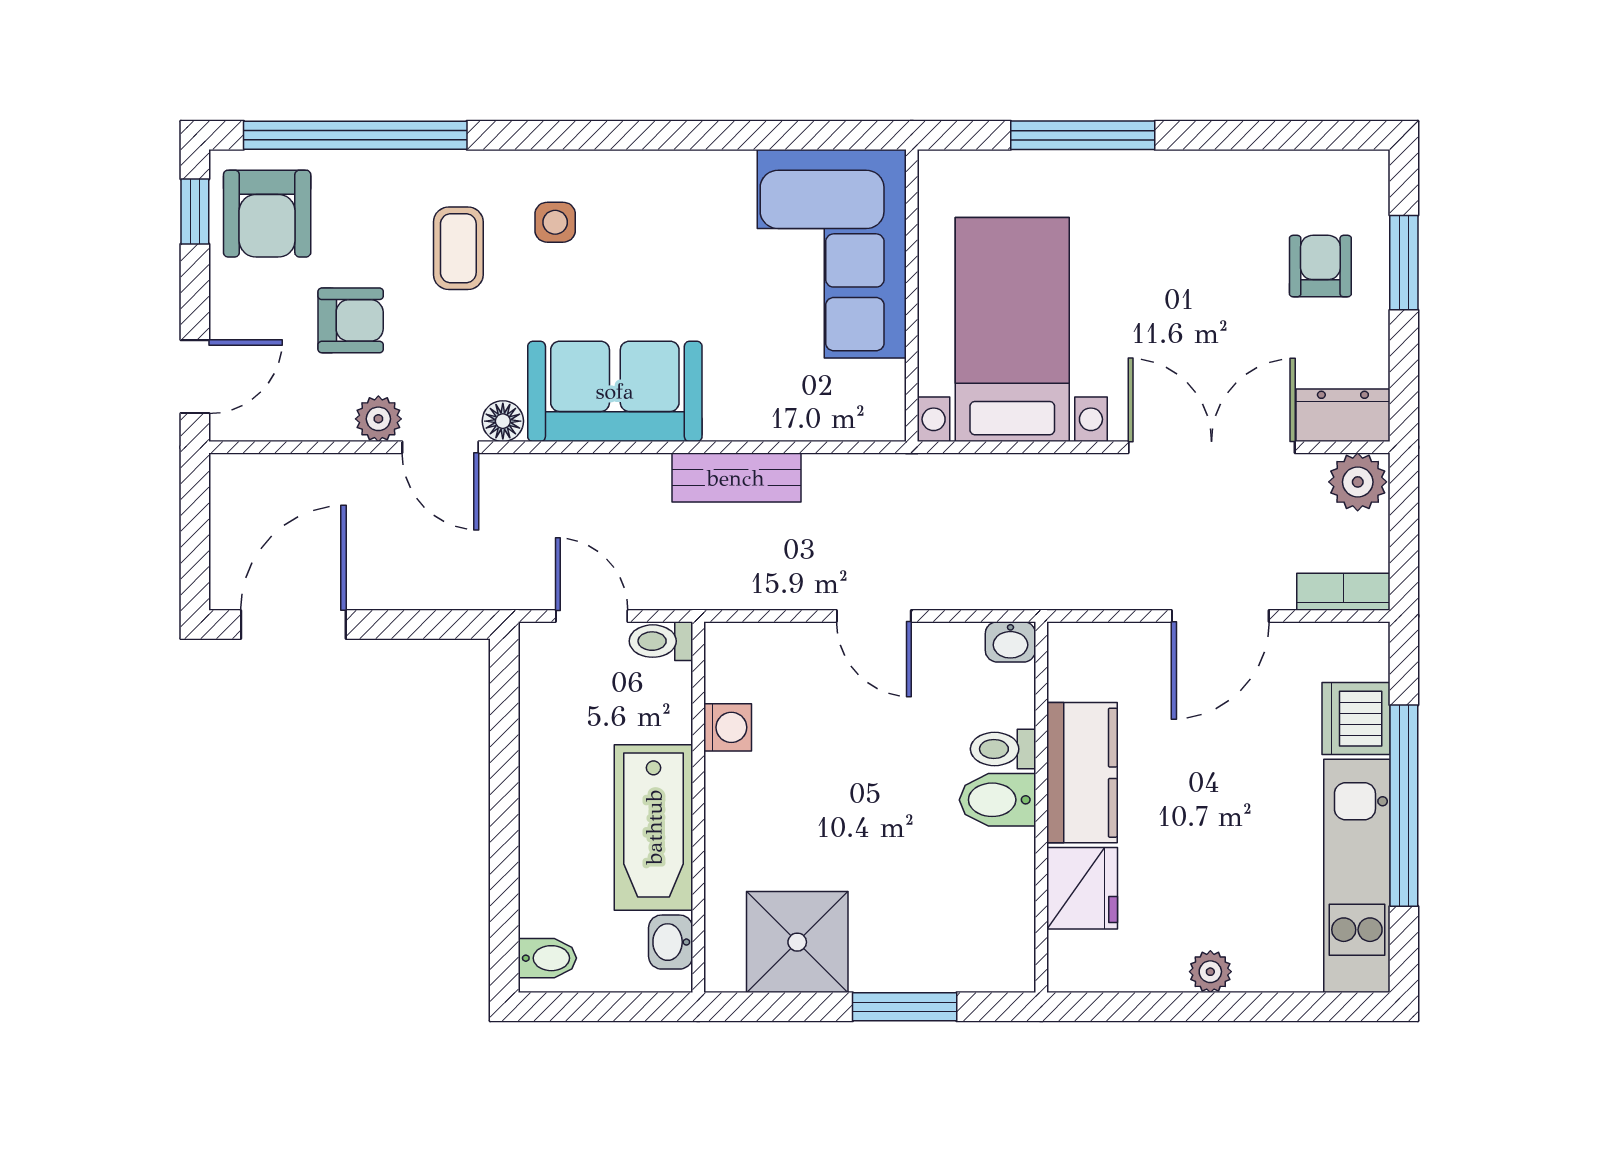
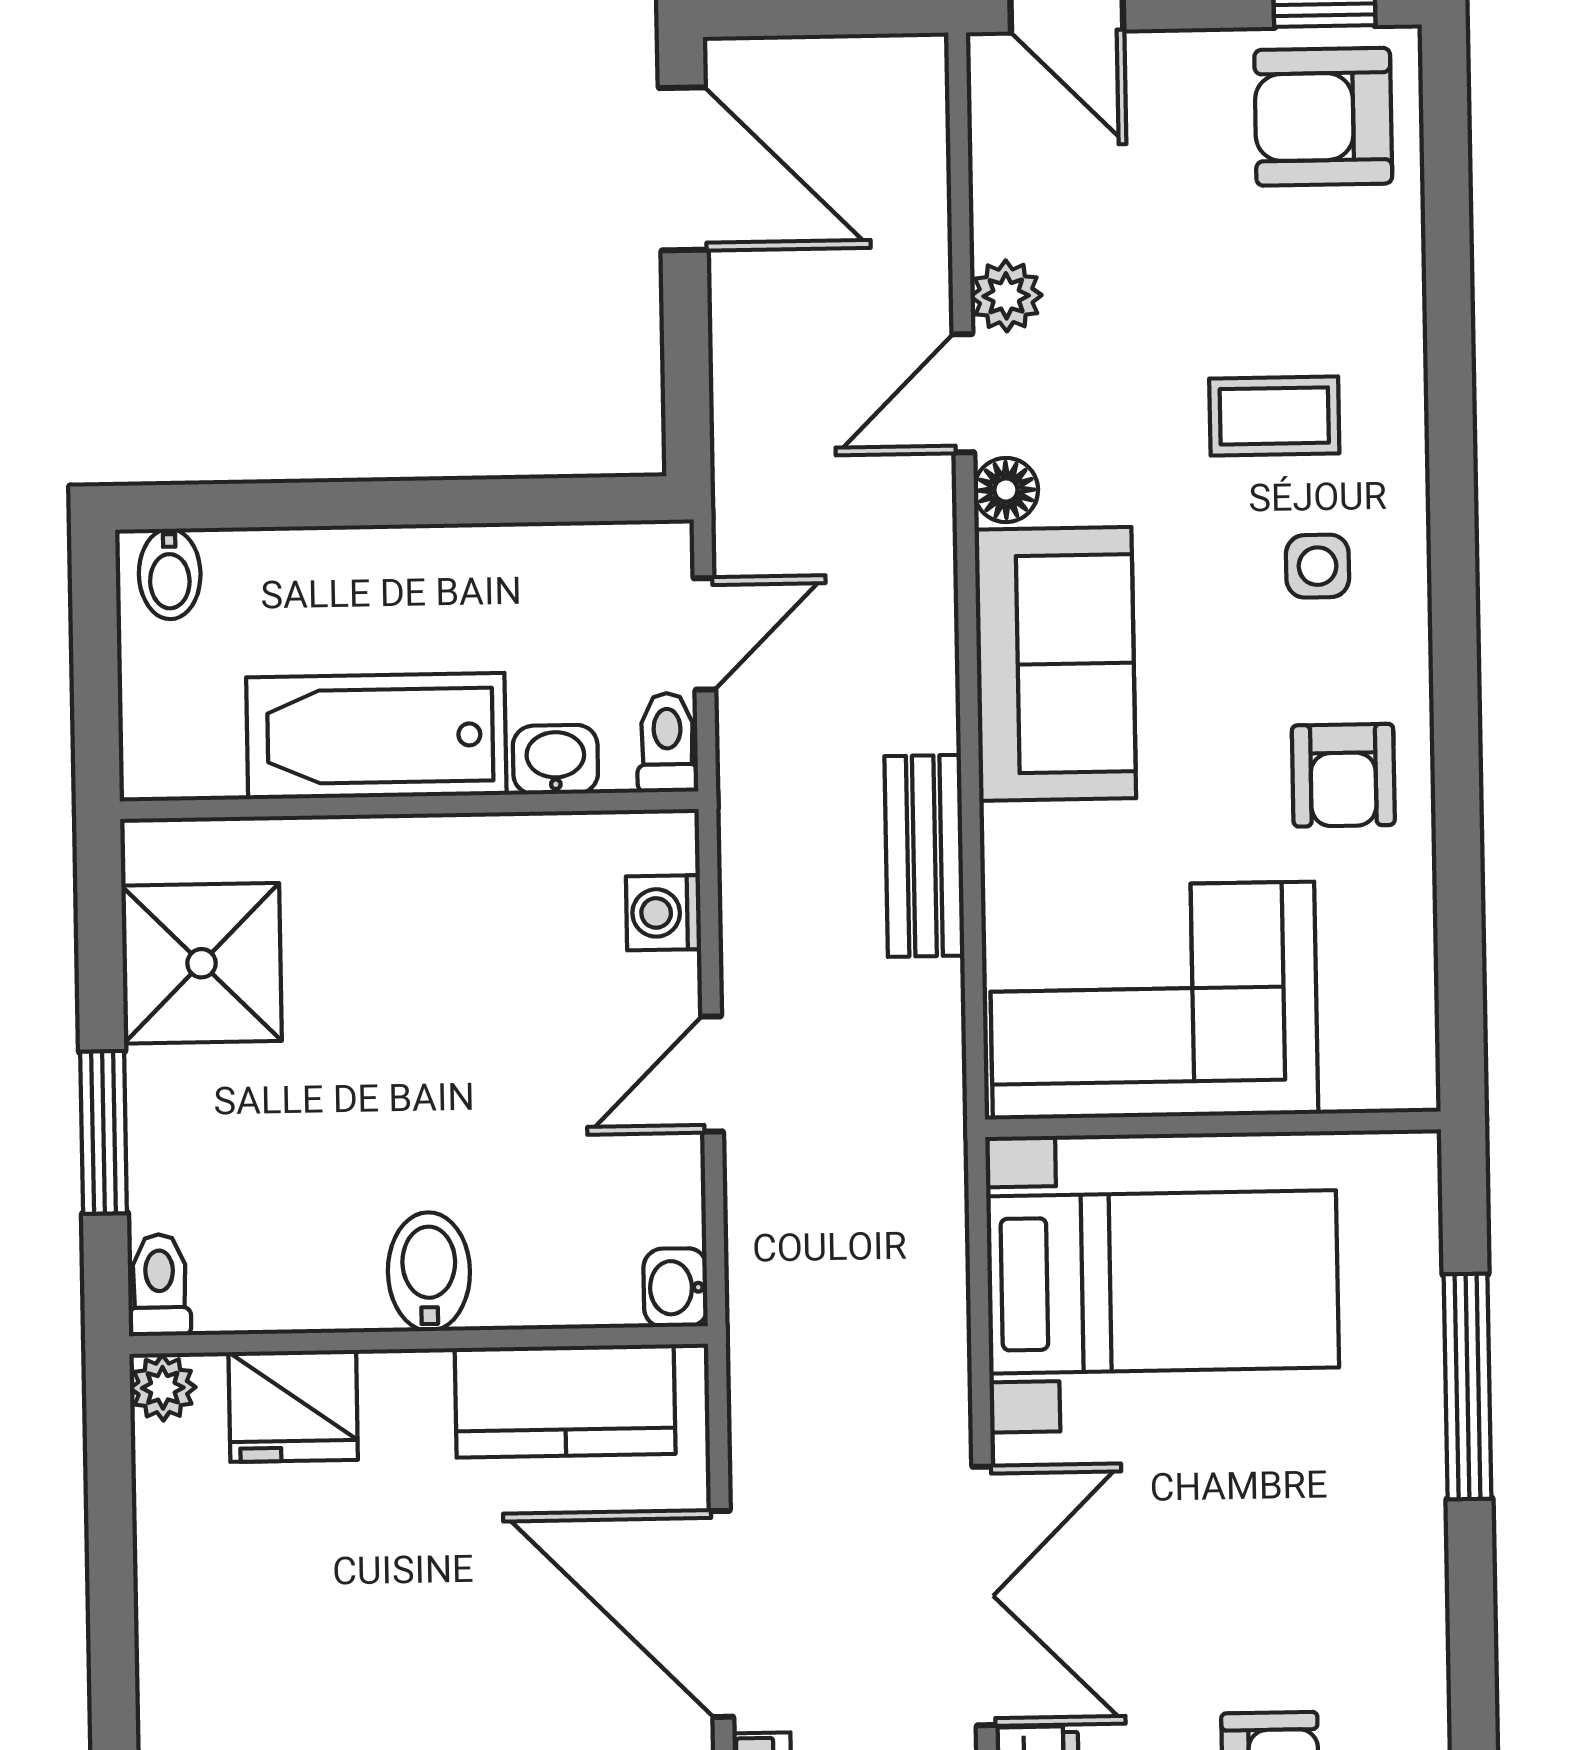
window: (355, 135) -> (1448, 252), removed
corner sofa: (832, 254) -> (1154, 1001), moved
armchair: (351, 320) -> (1343, 775), moved
door: (1220, 616) -> (722, 1614), width x1.36
washing machine: (728, 727) -> (664, 913), moved, turned 90
toilet: (1003, 749) -> (159, 1285), moved
kitchen counter: (1082, 773) -> (565, 1401), moved
washbasin: (671, 942) -> (555, 760), moved
plant: (1210, 972) -> (163, 1388), moved

